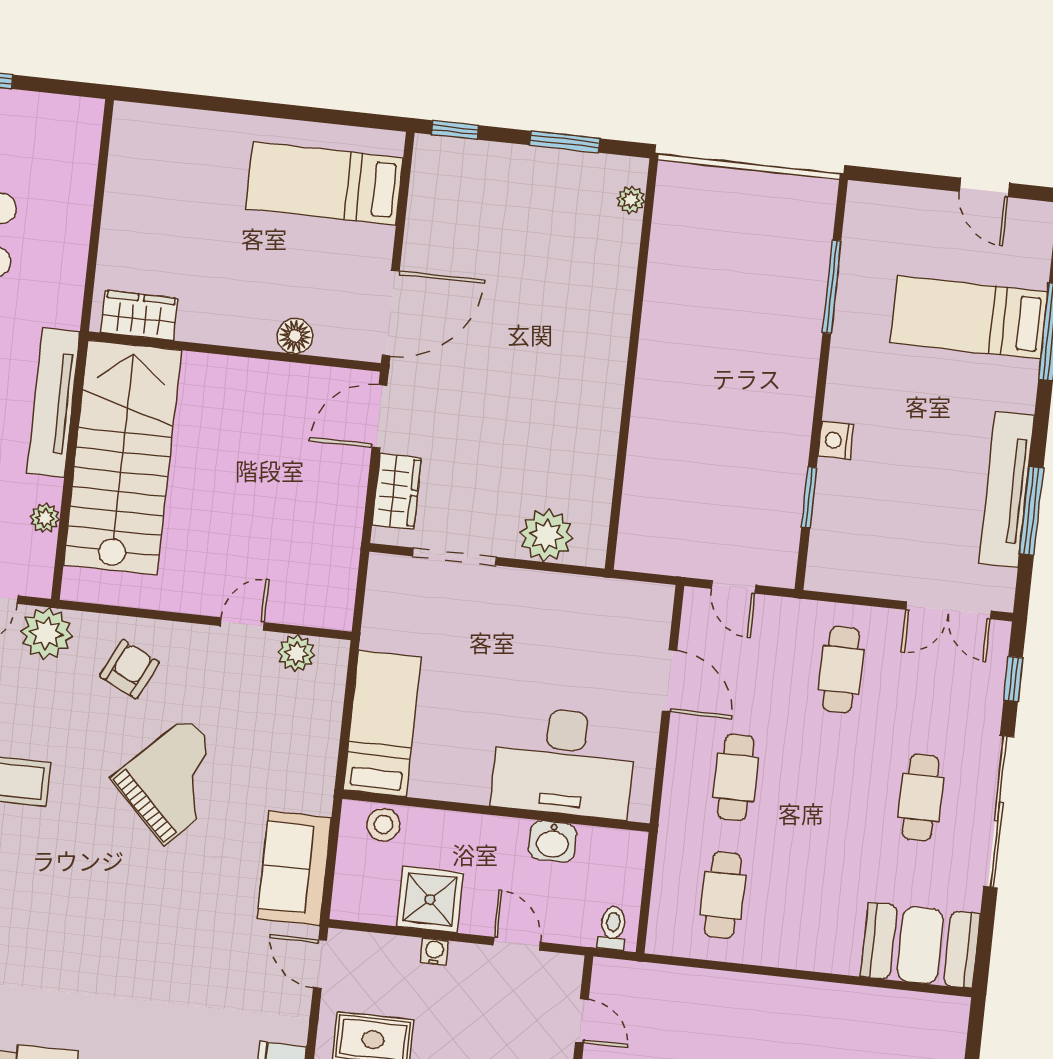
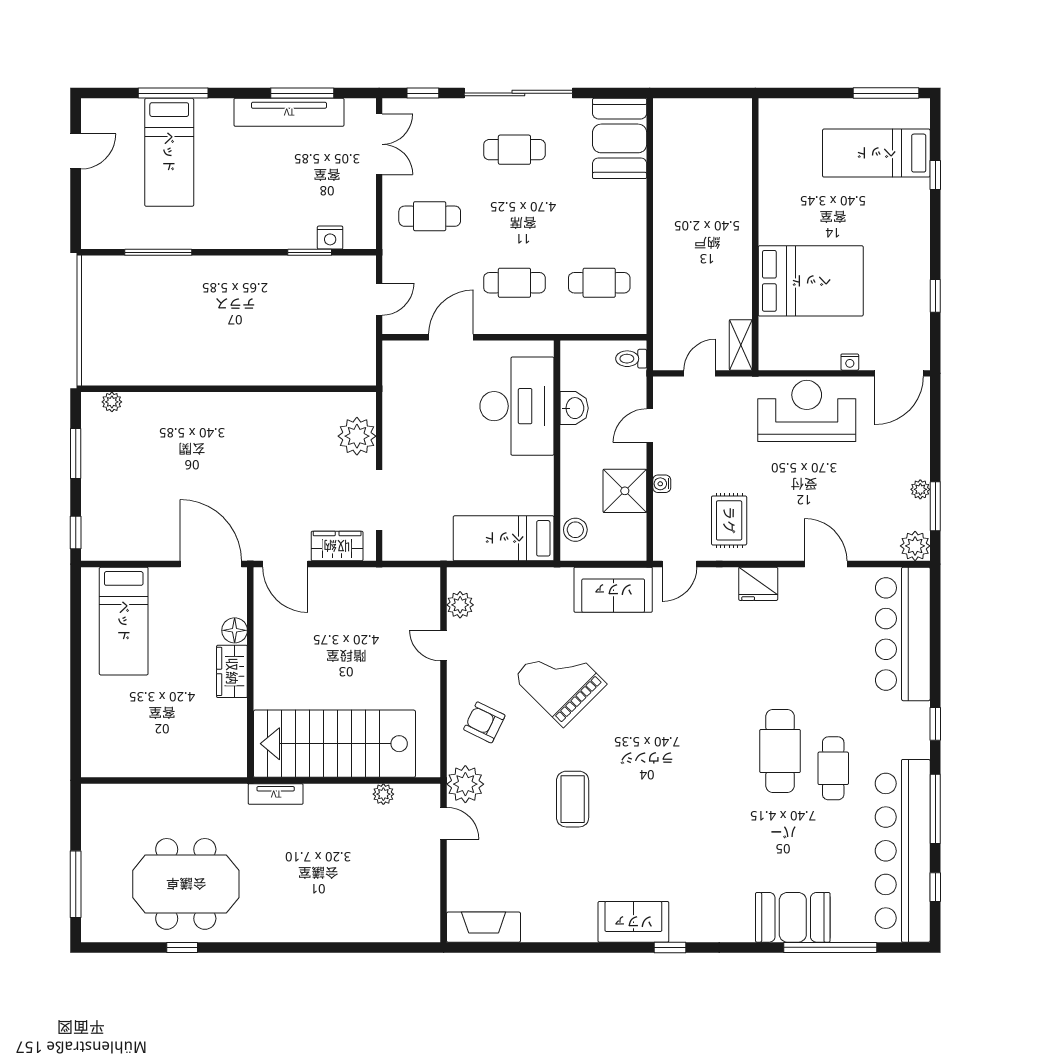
wardrobe: (139, 315) -> (232, 671), moved
tv unit: (53, 403) -> (276, 794), width x0.52, depth x0.78
nightstand: (836, 440) -> (330, 238), moved

